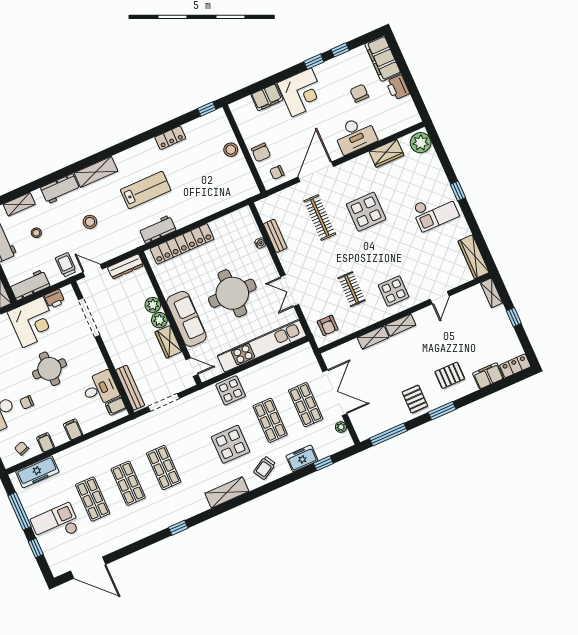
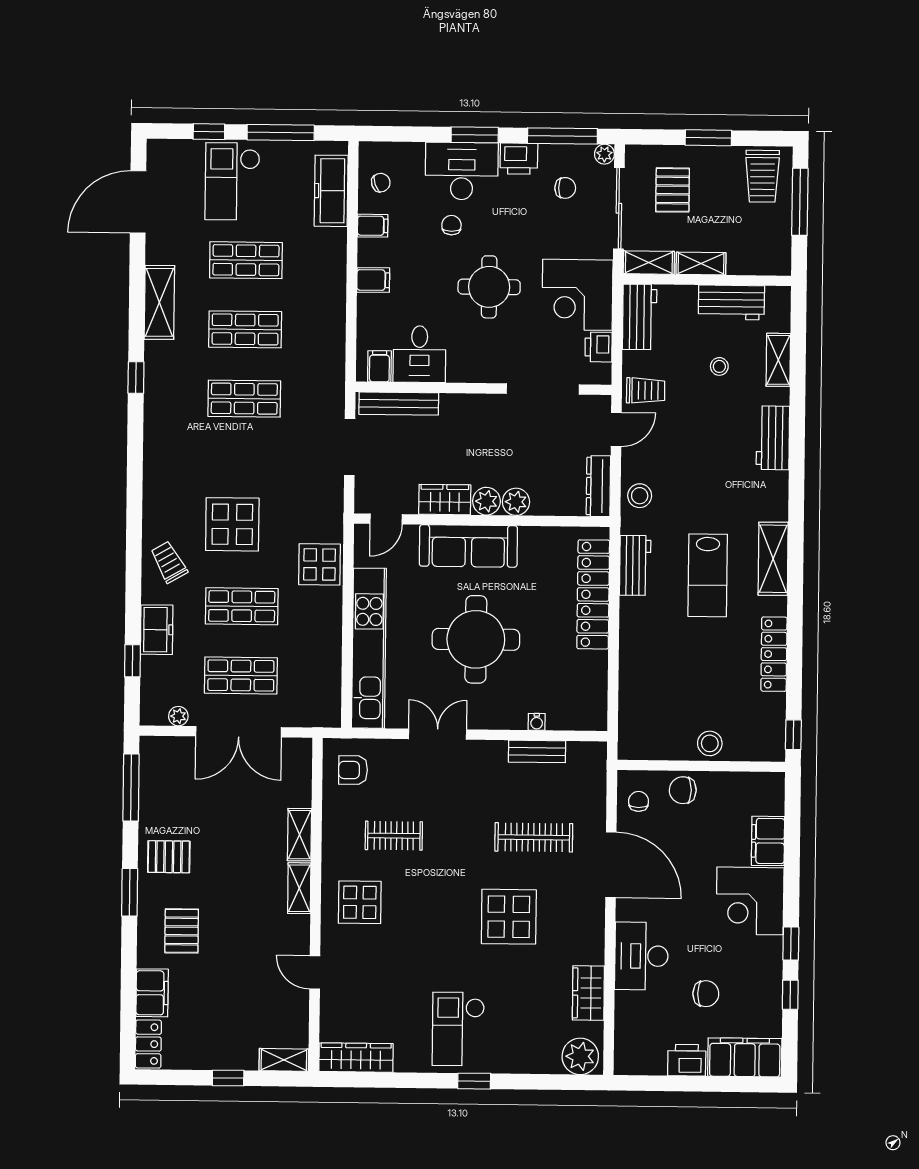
locker: (170, 138) -> (774, 654), width x1.53
shelving: (96, 172) -> (773, 559), moved
stool: (90, 222) -> (640, 496), moved
shelving: (227, 492) -> (159, 302), moved
checkout: (56, 524) -> (232, 181), turned 180

